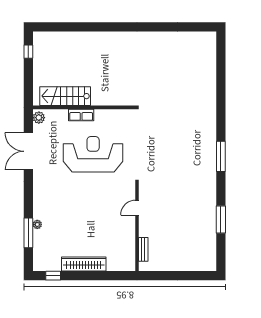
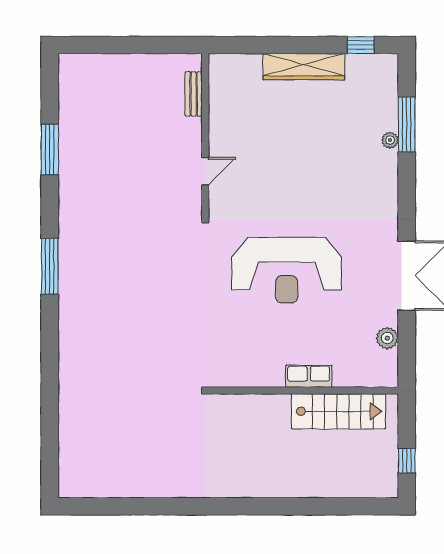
stairs: (65, 96) -> (338, 411), moved
wall: (84, 107) -> (303, 391), moved
row of seats: (81, 115) -> (309, 376), moved

